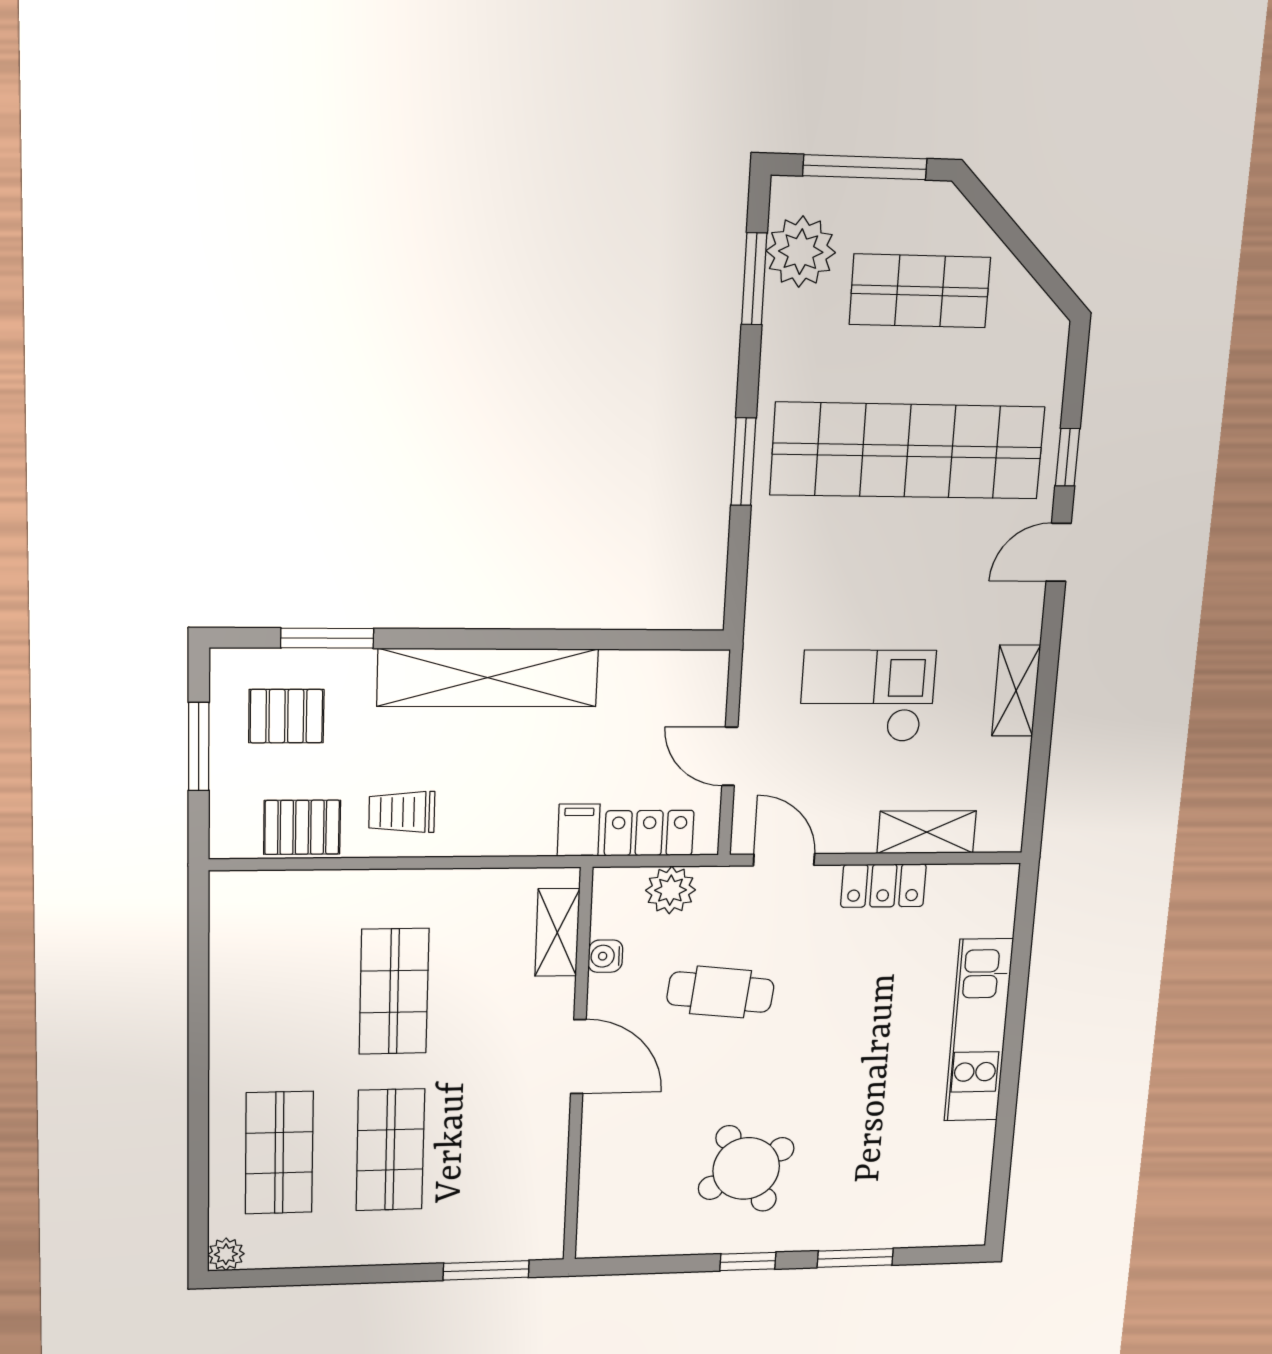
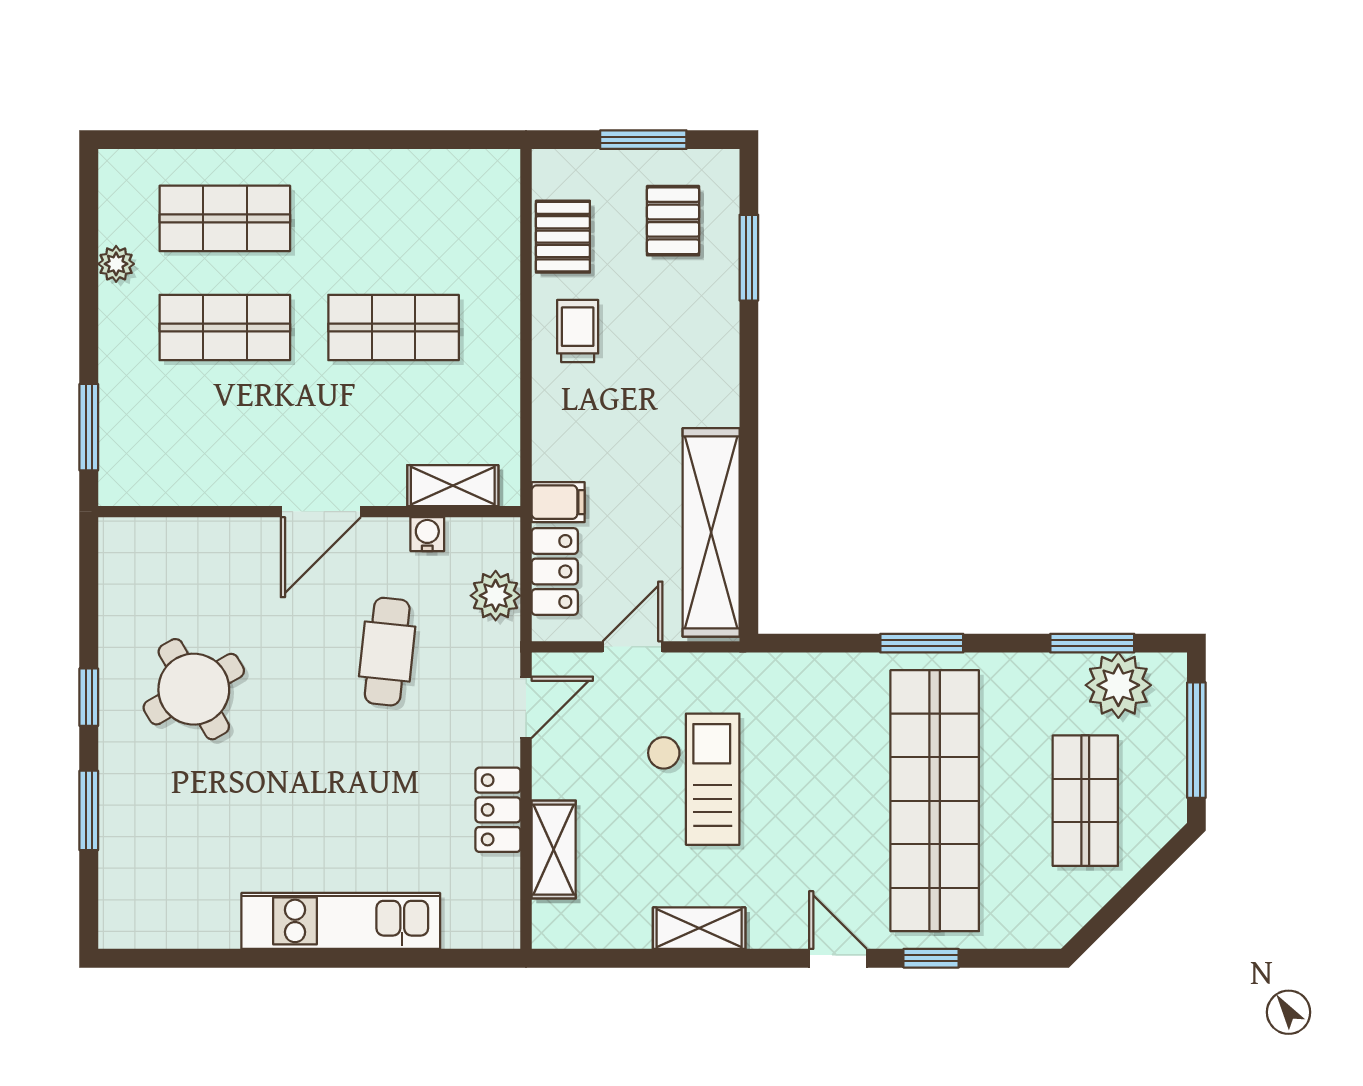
shelving: (488, 678) -> (711, 532), moved
plant: (226, 1254) -> (116, 264), moved

